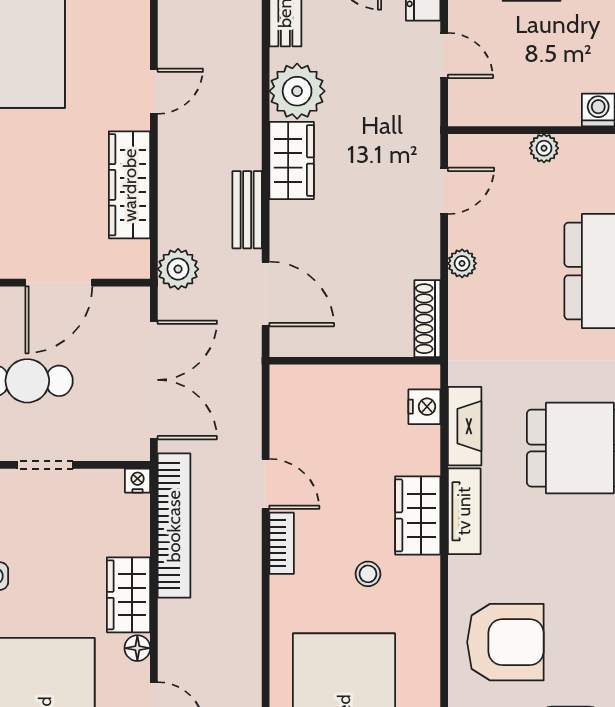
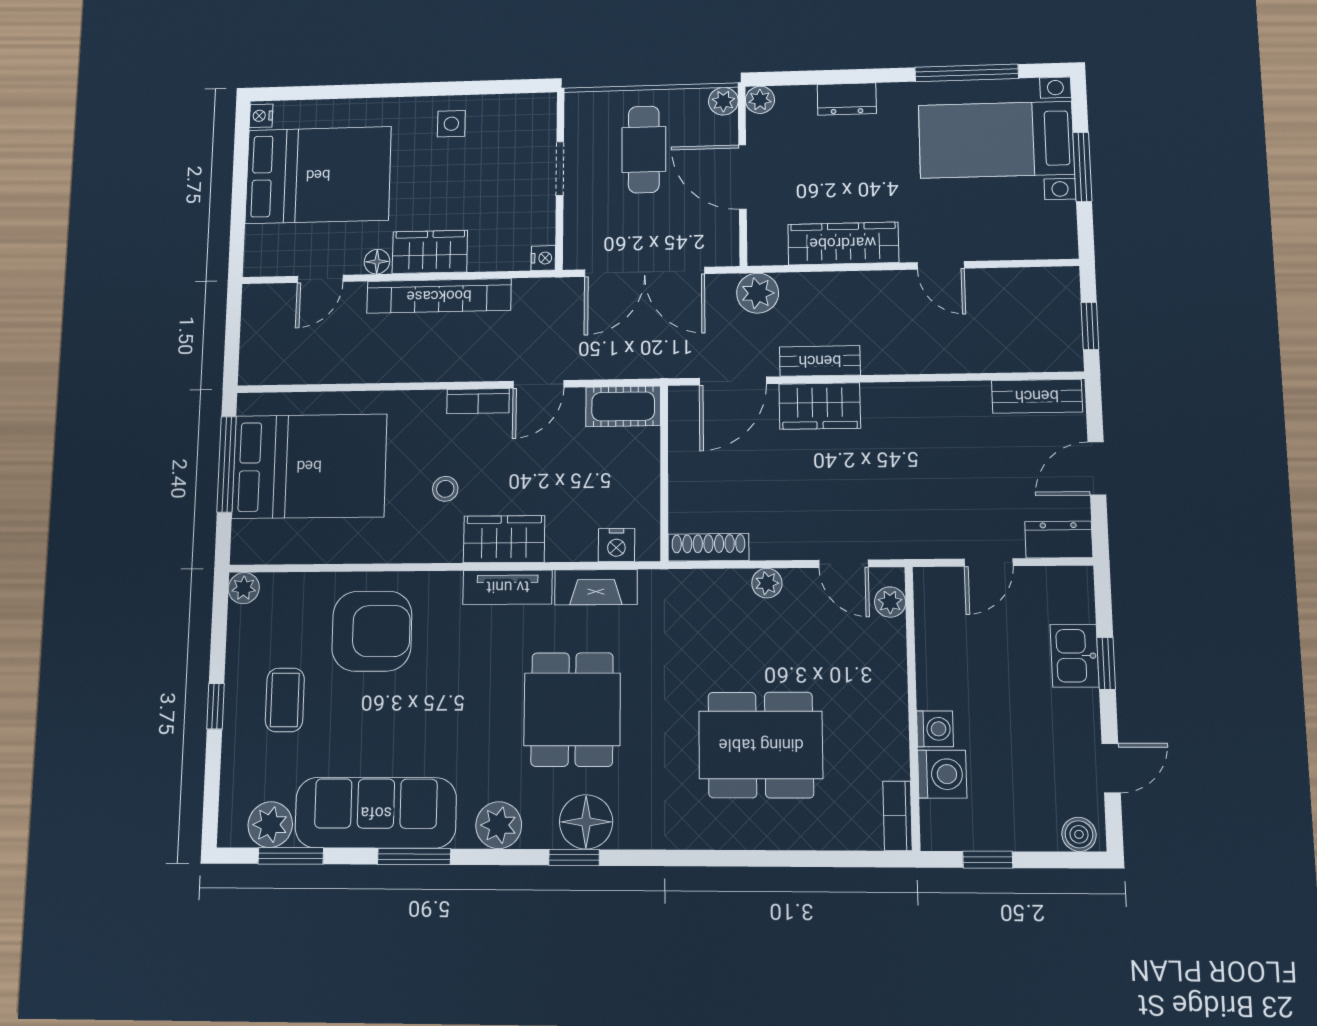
plant: (297, 91) -> (945, 410), removed
plant: (544, 148) -> (890, 602), moved
wardrobe: (292, 160) -> (820, 406), moved
cot: (289, 401) -> (623, 406), added
bookcase: (174, 526) -> (439, 296), moved
armchair: (505, 642) -> (372, 631), turned -90

